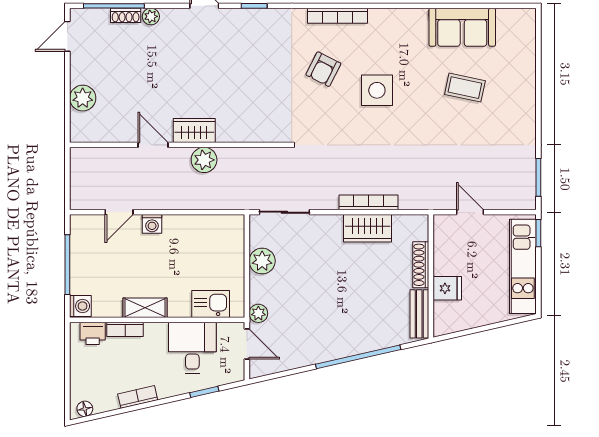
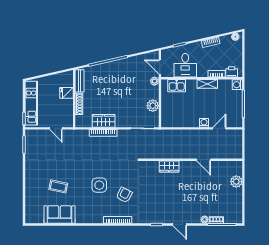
door: (67, 36) -> (243, 210), removed
wardrobe: (194, 131) -> (169, 166), moved
plant: (204, 160) -> (180, 153), removed

